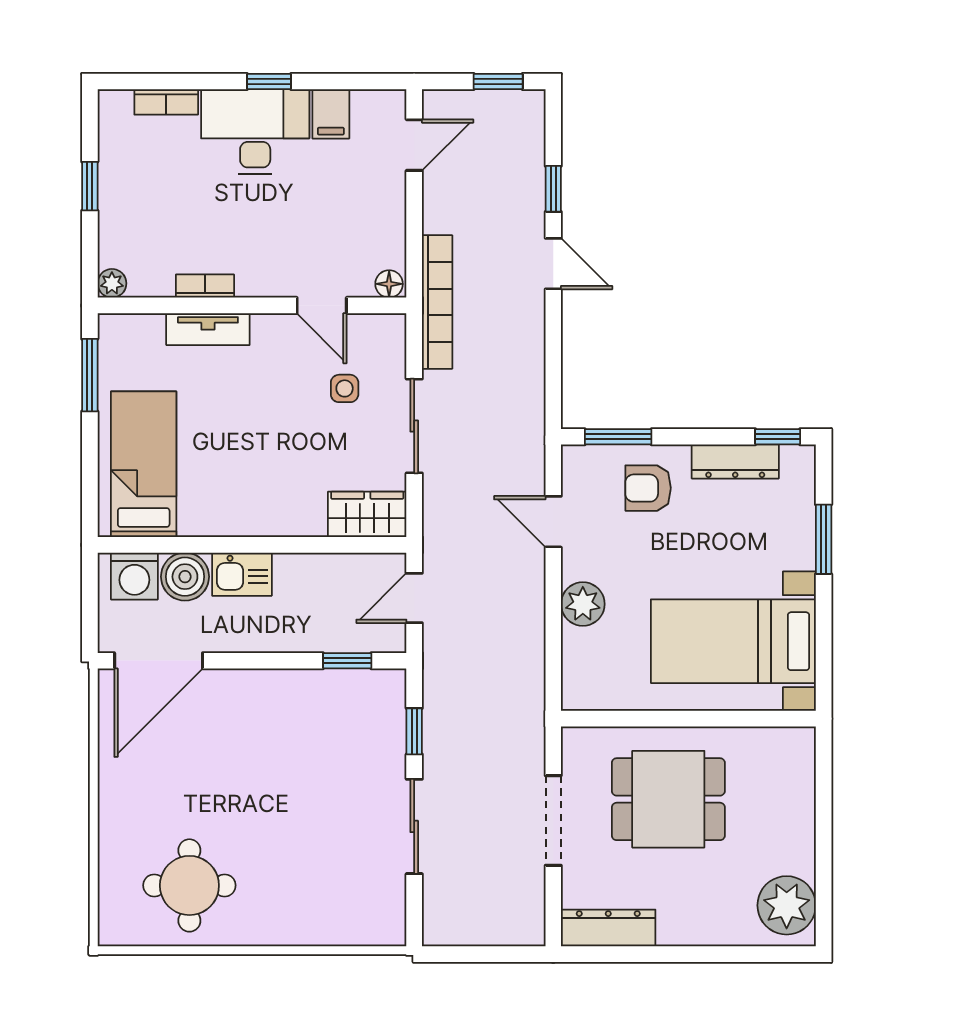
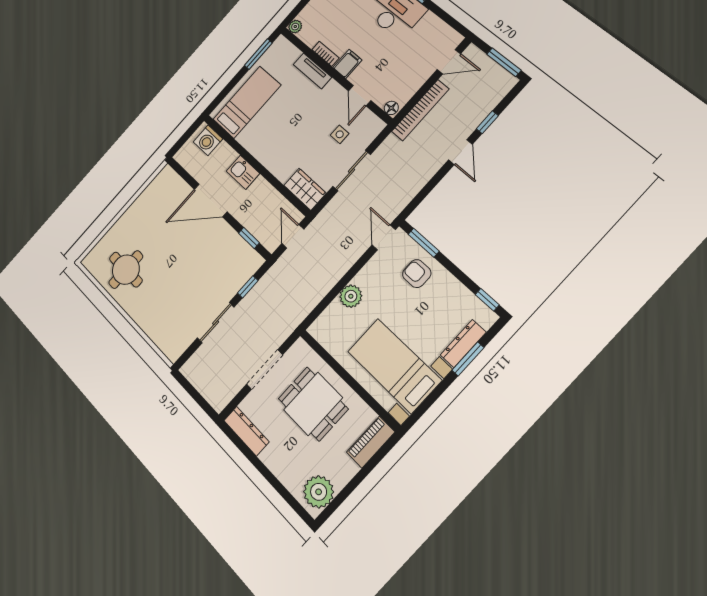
window: (498, 81) -> (504, 62), width x1.50
filing cabinet: (331, 114) -> (347, 64), moved, turned 180
bookcase: (437, 302) -> (420, 110), moved
dresser: (735, 462) -> (463, 344), moved, turned 90
door: (553, 522) -> (384, 237), moved
boiler: (185, 577) -> (224, 156), removed
door: (414, 598) -> (293, 236), hinge flipped
door: (159, 661) -> (211, 200), moved
piano: (796, 772) -> (371, 442), added

